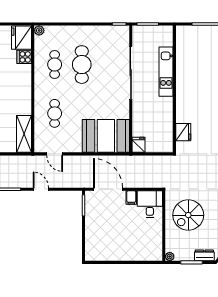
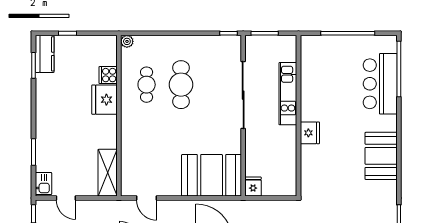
fridge: (21, 38) -> (104, 100), moved
cafe table: (55, 113) -> (147, 147), removed
fridge: (183, 132) -> (310, 133), moved

